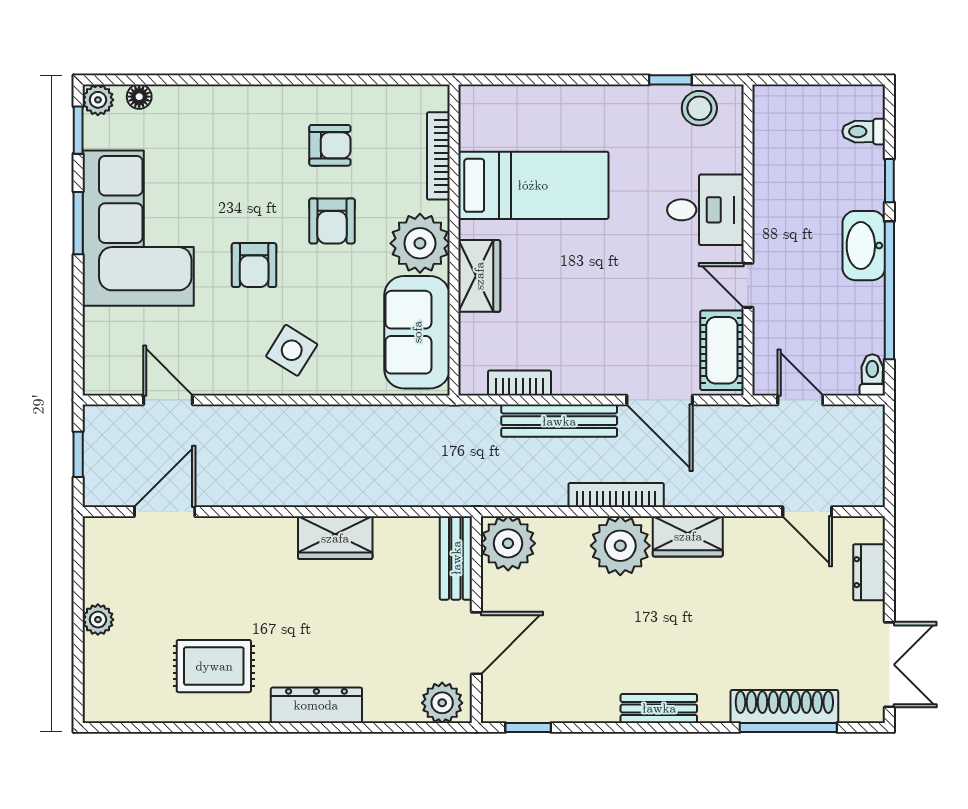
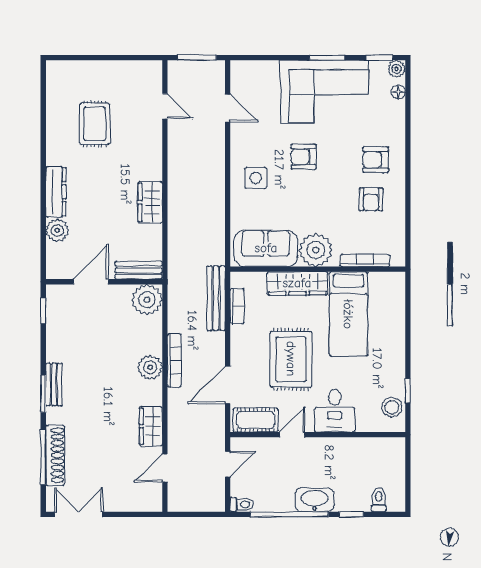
armchair: (332, 221) -> (376, 160), moved
wardrobe: (479, 276) -> (297, 283), width x1.50
rug: (614, 287) -> (291, 359), added
side table: (292, 350) -> (256, 178), turned -32
door: (168, 400) -> (228, 108), hinge flipped
bench: (559, 421) -> (216, 298), moved
window: (78, 454) -> (197, 58), width x1.50
door: (165, 512) -> (165, 106), width x0.73
wardrobe: (688, 536) -> (151, 426), moved
plant: (620, 546) -> (150, 367), width x0.73, depth x0.73
dresser: (869, 572) -> (131, 503), removed
plant: (98, 620) -> (104, 69), removed
door: (476, 643) -> (91, 282), swing flipped
double door: (889, 665) -> (79, 514), swing flipped
rug: (214, 666) -> (95, 124), moved
plant: (442, 703) -> (57, 230), moved
window: (675, 728) -> (43, 394), added

